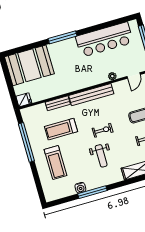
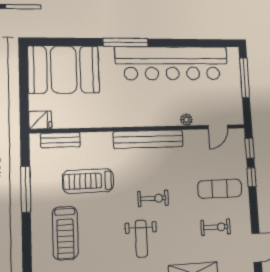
bar counter: (104, 40) -> (172, 63), width x1.36
bench: (58, 103) -> (60, 140), moved
window: (26, 142) -> (26, 189), width x0.68

